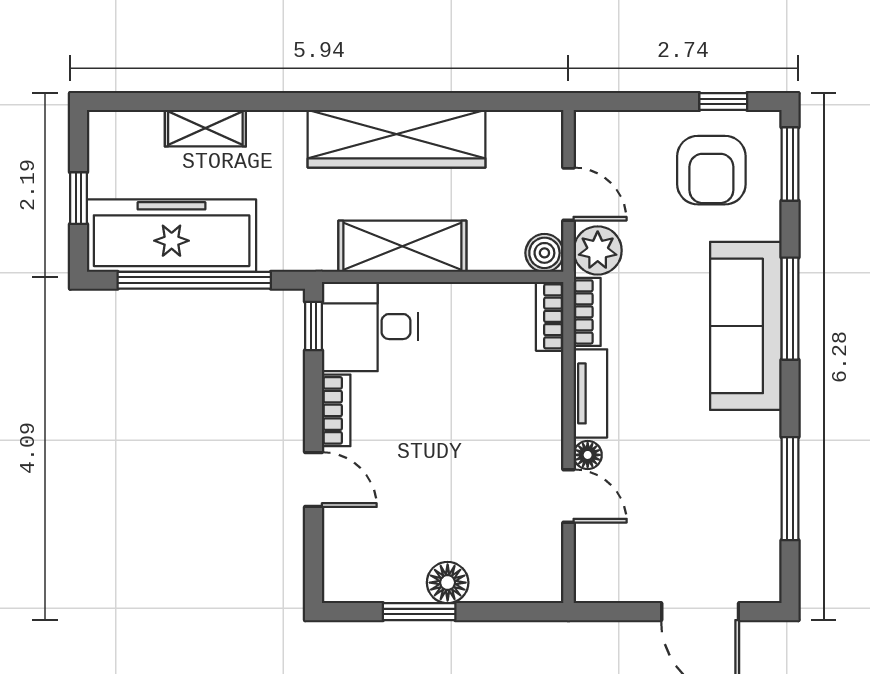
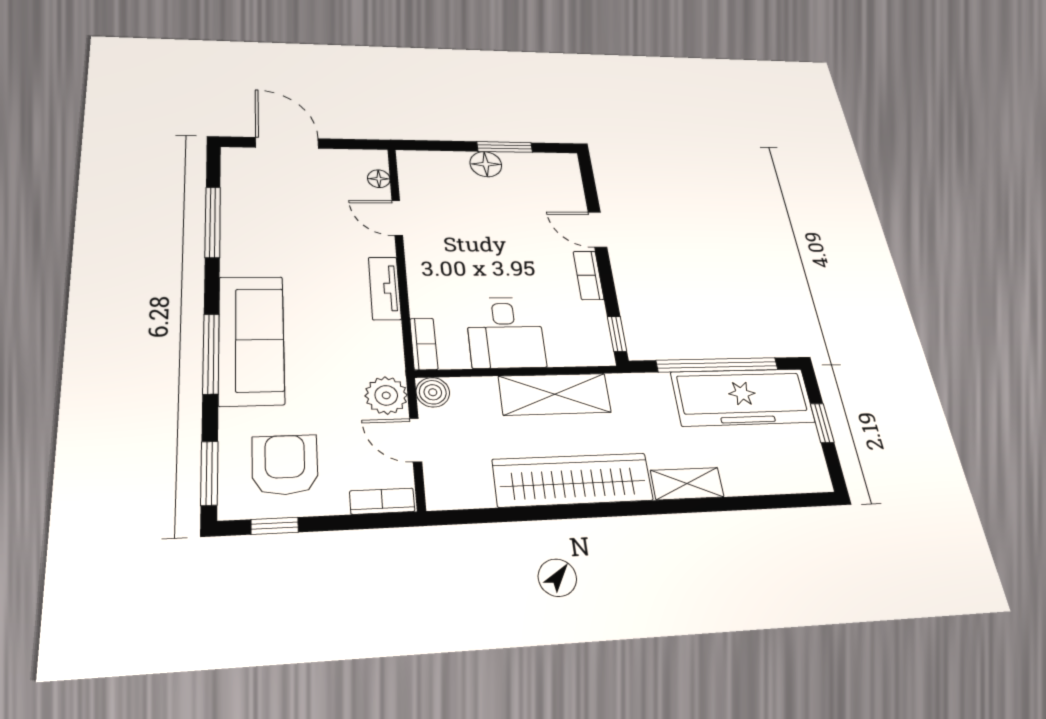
shelving: (205, 128) -> (687, 484), moved
bookcase: (587, 312) -> (382, 501), moved, turned 90
desk: (370, 327) -> (505, 332), moved, turned 90
floor lamp: (588, 455) -> (379, 179), moved

